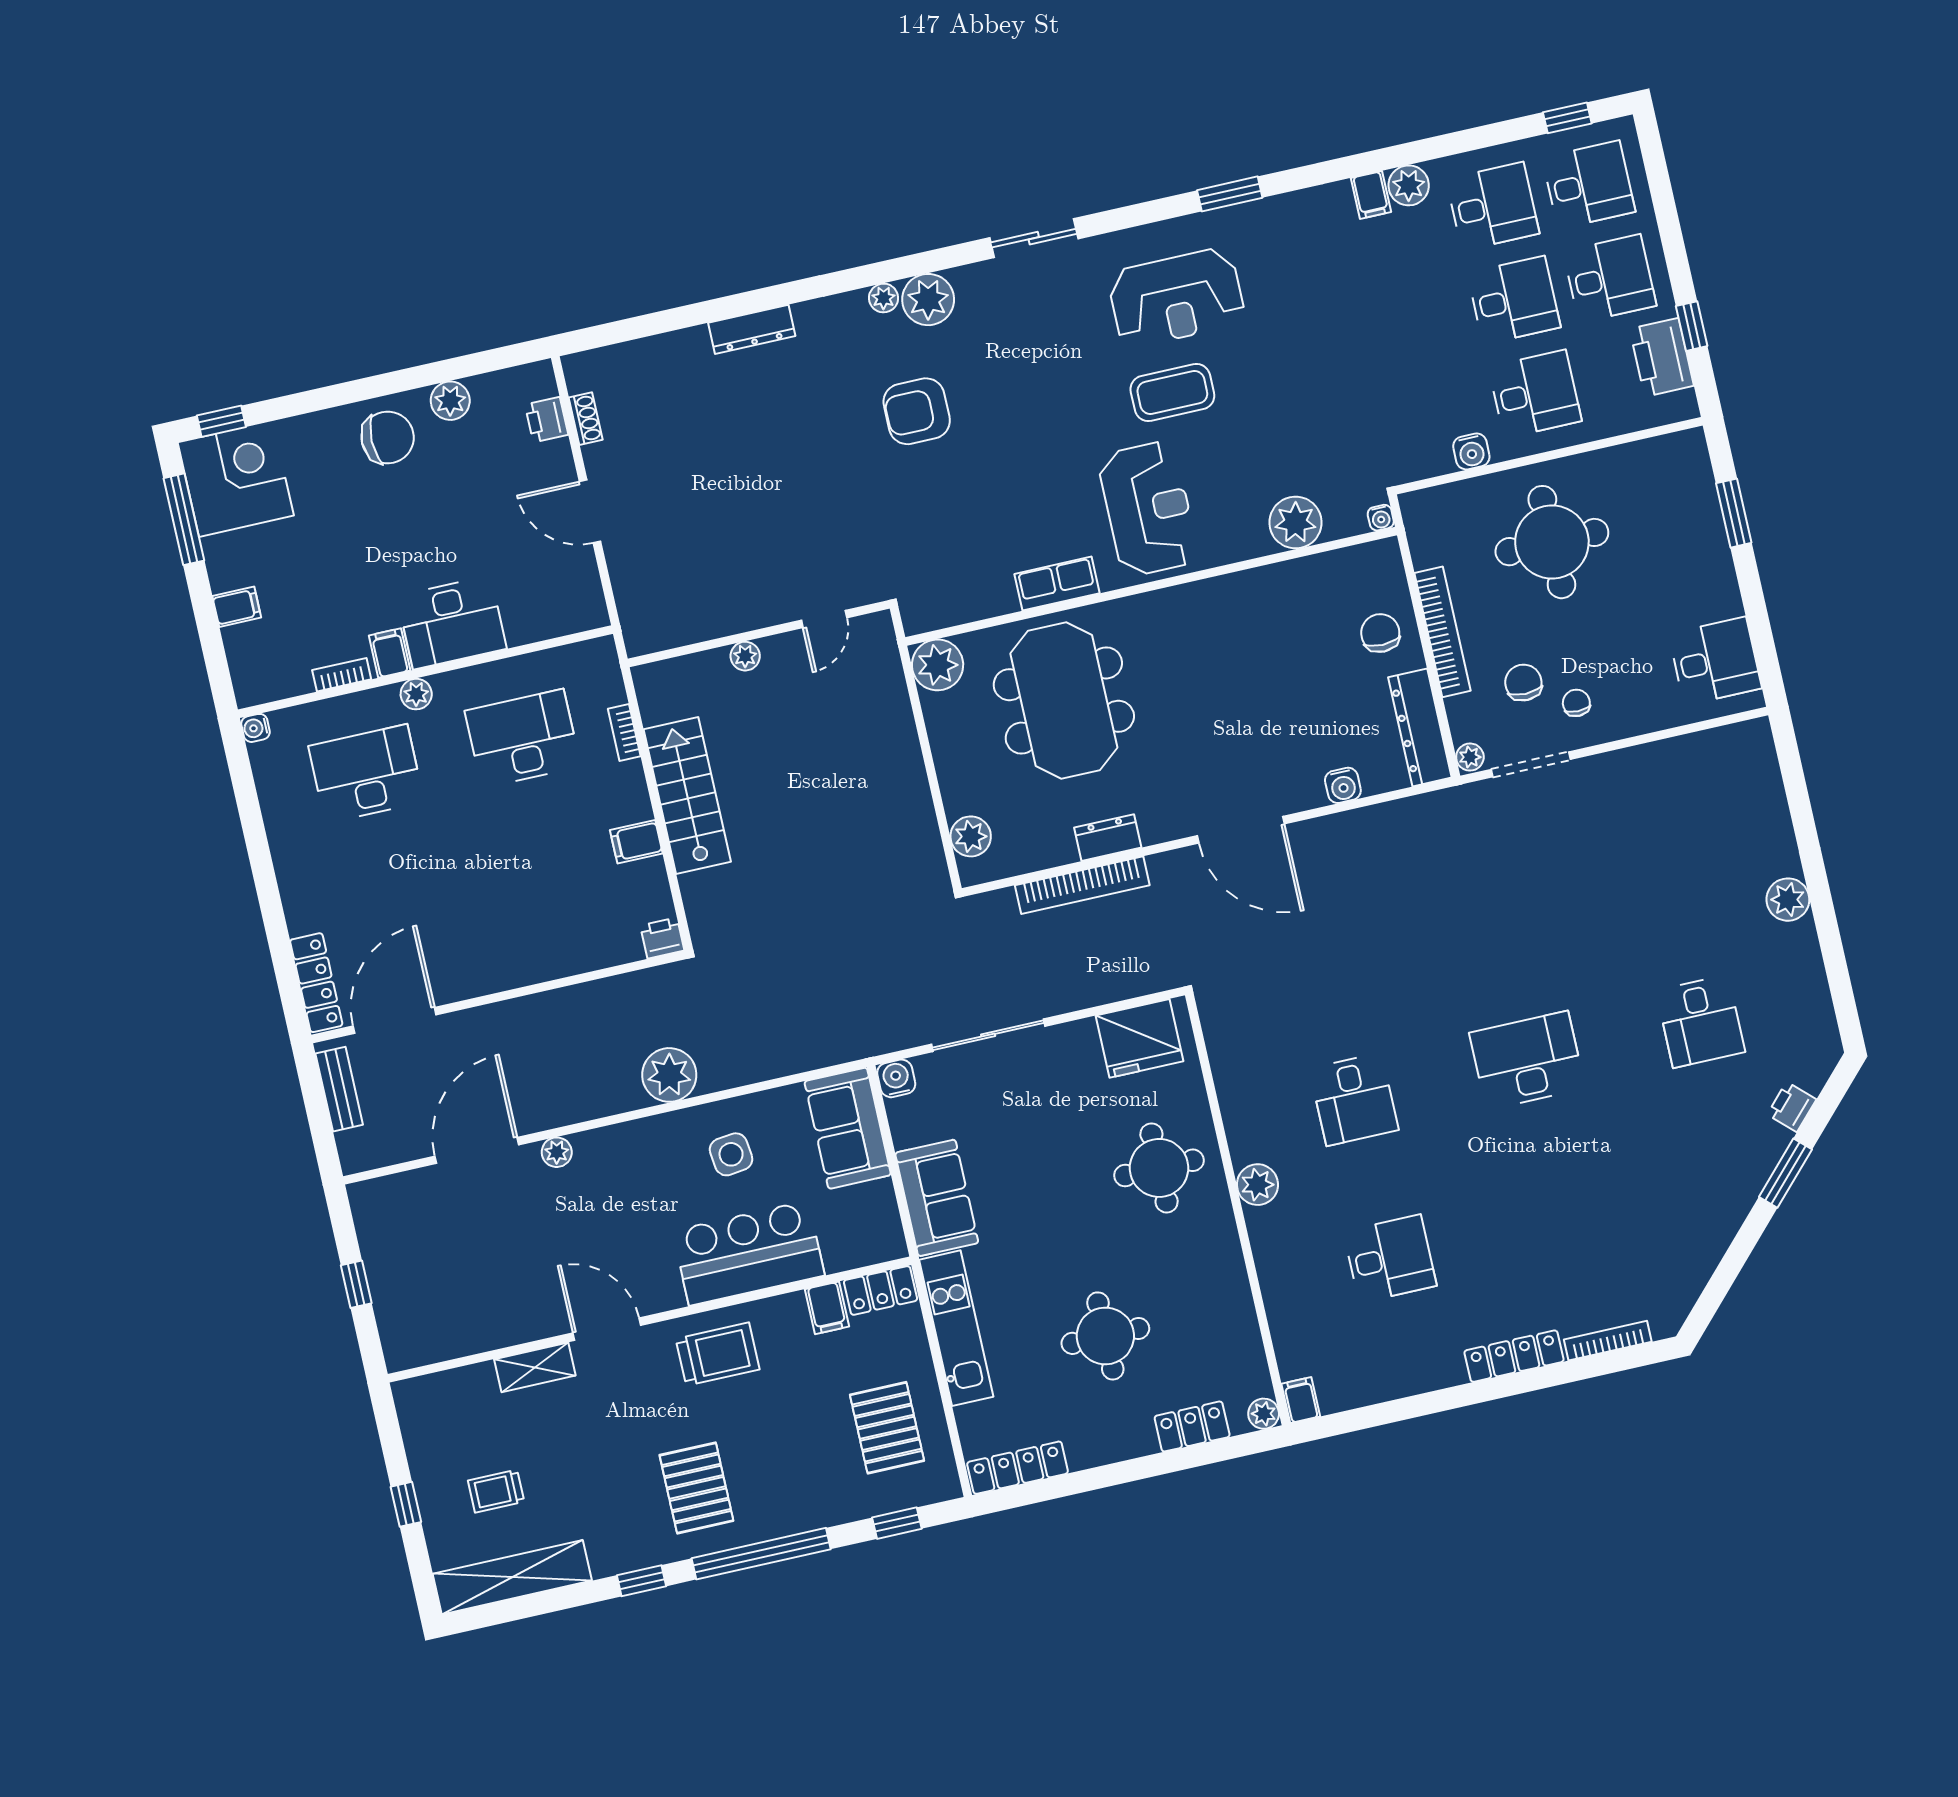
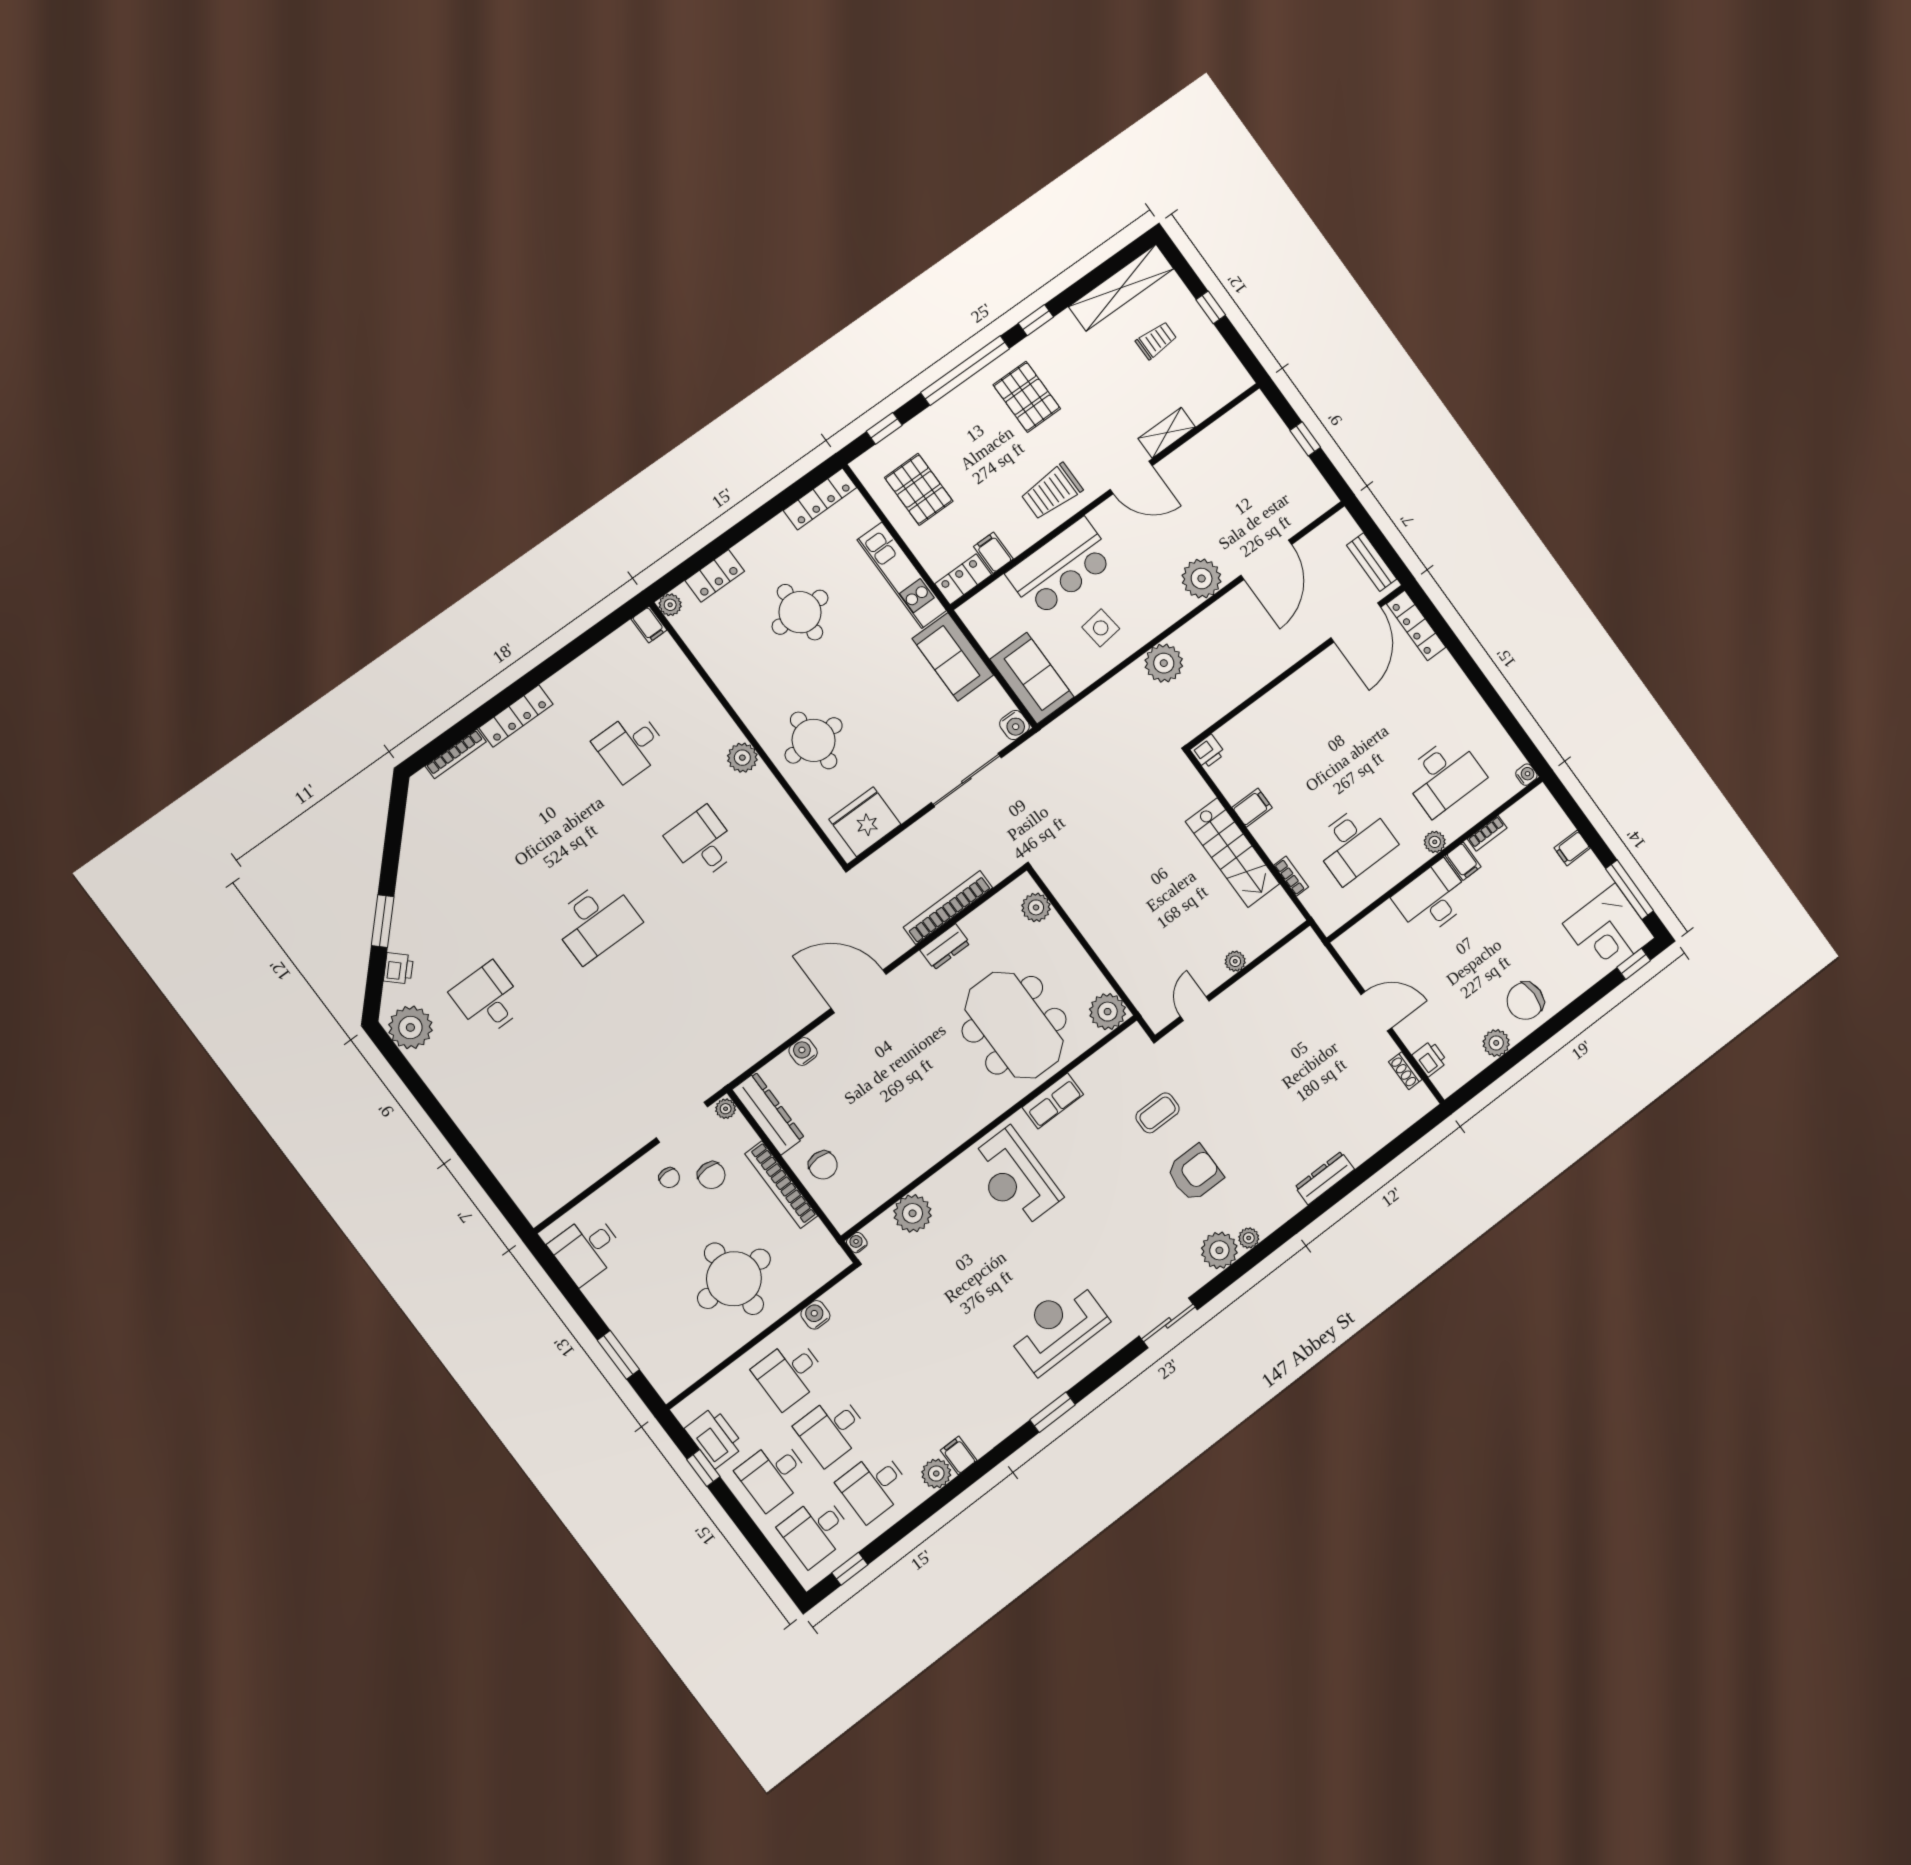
coffee table: (1172, 393) -> (1158, 1113), moved, width x0.73, depth x0.77
plant: (1788, 900) -> (410, 1027), moved, width x1.36, depth x1.36
plant: (557, 1152) -> (1202, 579), width x1.87, depth x1.87

